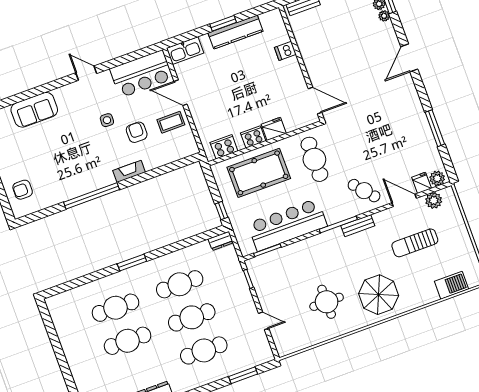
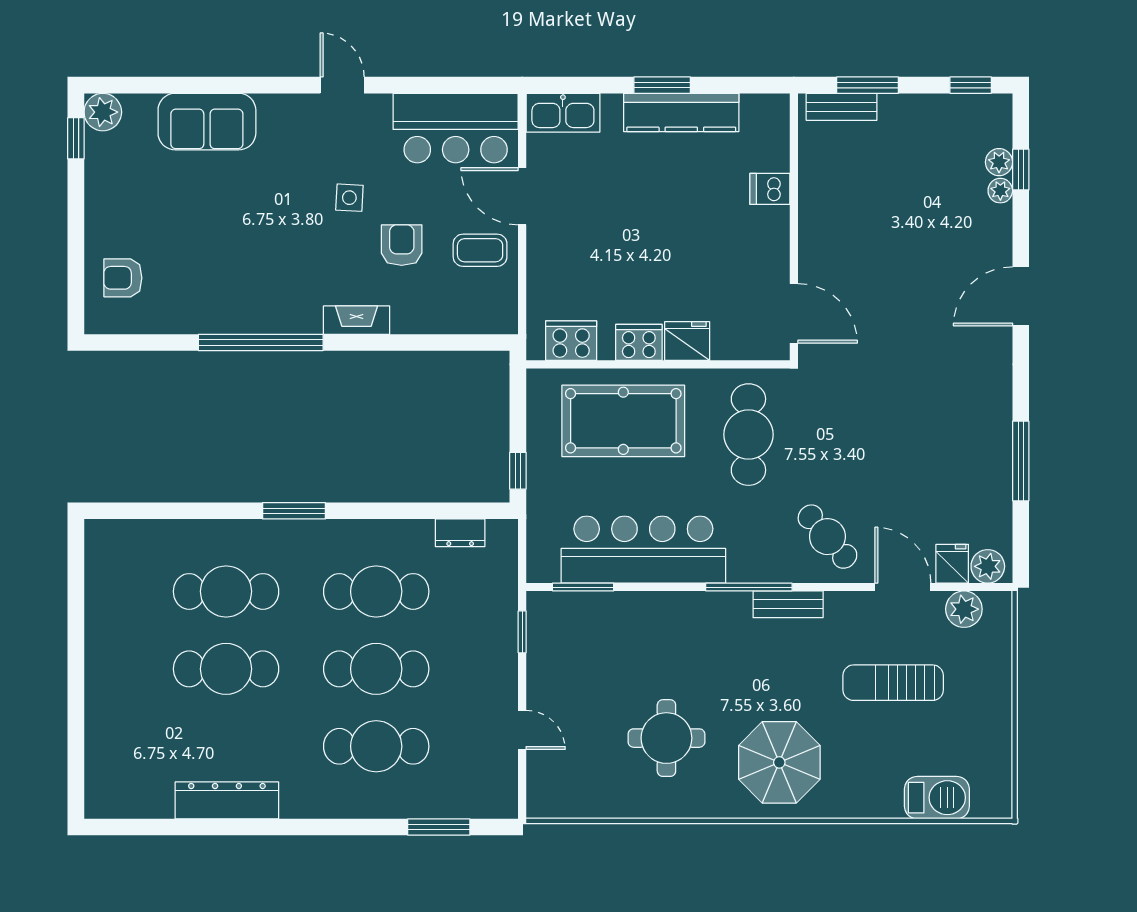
dresser: (221, 241) -> (460, 533), moved

